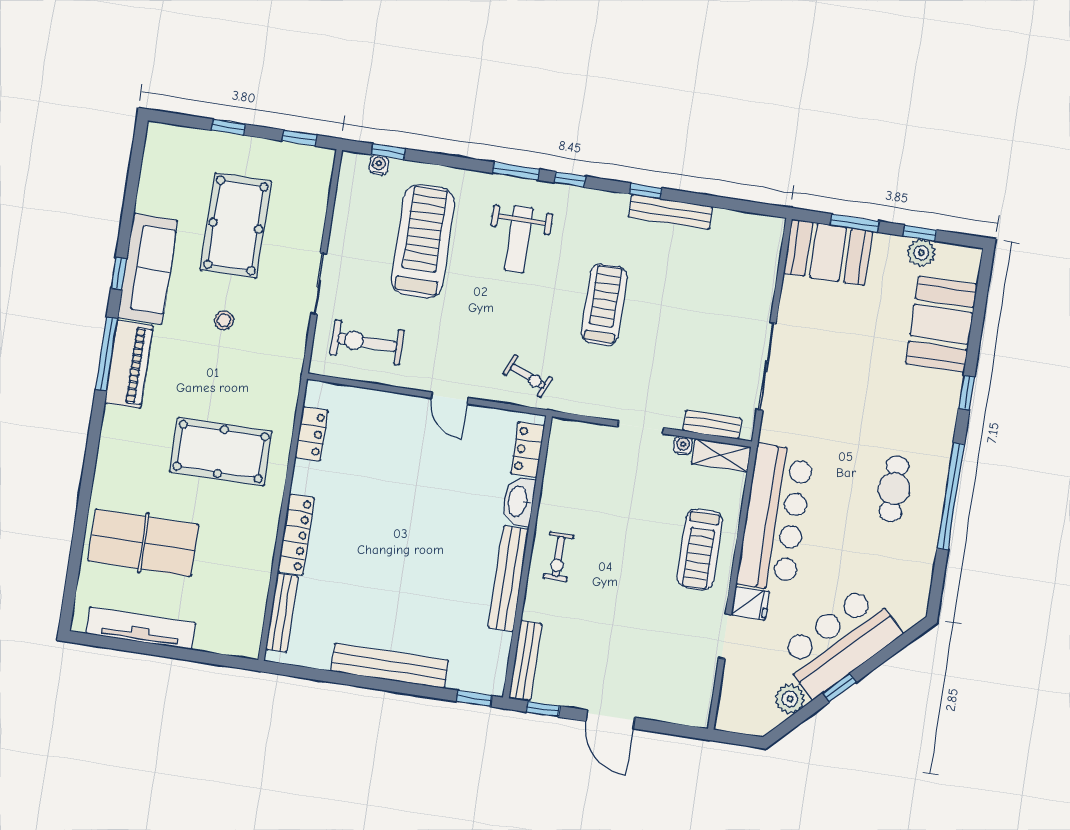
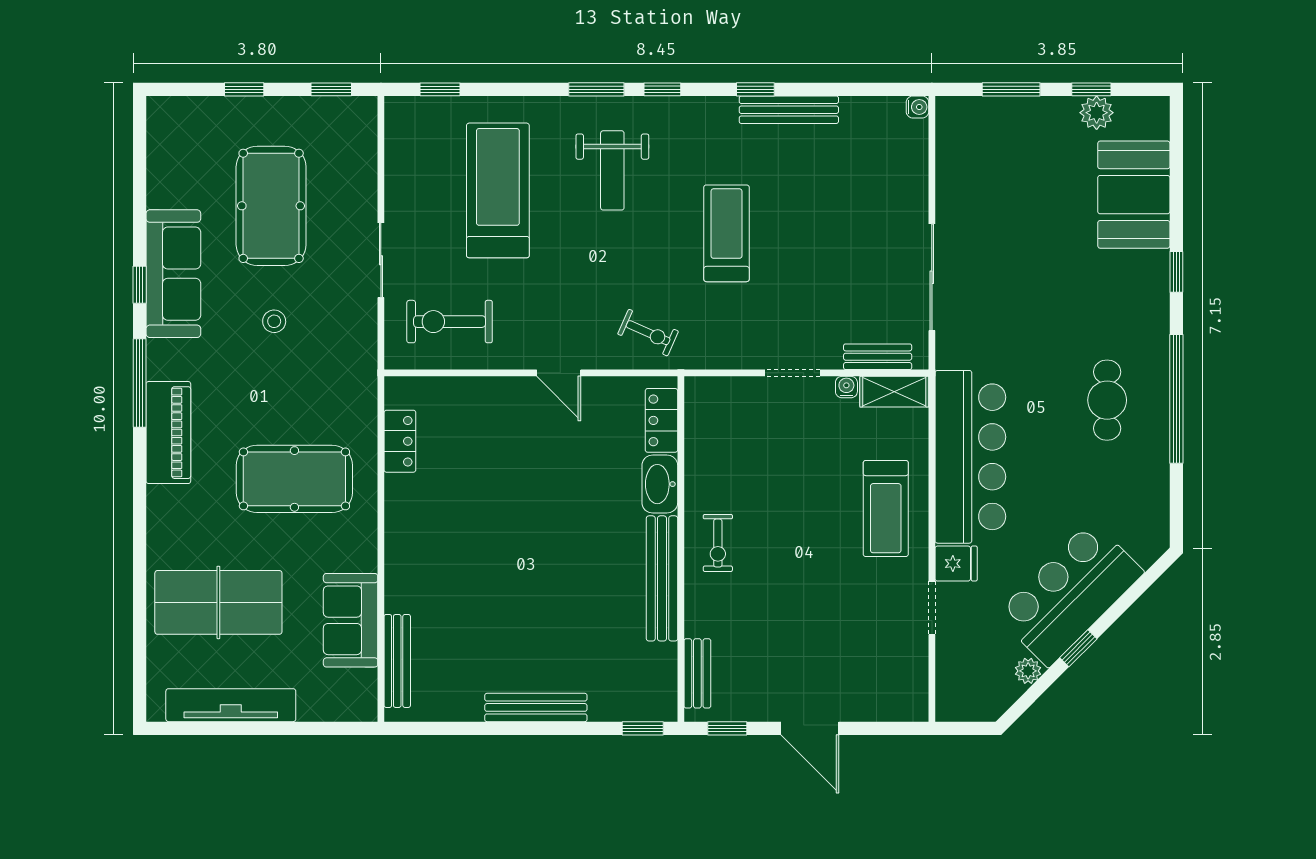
water cooler: (379, 165) -> (917, 107), moved, turned 90
booth: (828, 252) -> (985, 129), removed
piano: (129, 364) -> (168, 433), moved
locker: (296, 535) -> (400, 565), removed
sofa: (249, 574) -> (351, 620), added
bench: (525, 660) -> (697, 673), width x0.73
bench: (390, 666) -> (536, 707), width x0.73, depth x0.82
plant: (790, 699) -> (1028, 671), width x0.73, depth x0.73

